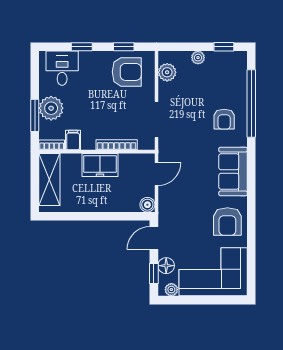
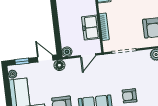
freezer: (100, 165) -> (91, 28), moved
door: (156, 174) -> (88, 55), hinge flipped
floor lamp: (166, 266) -> (59, 65), moved

